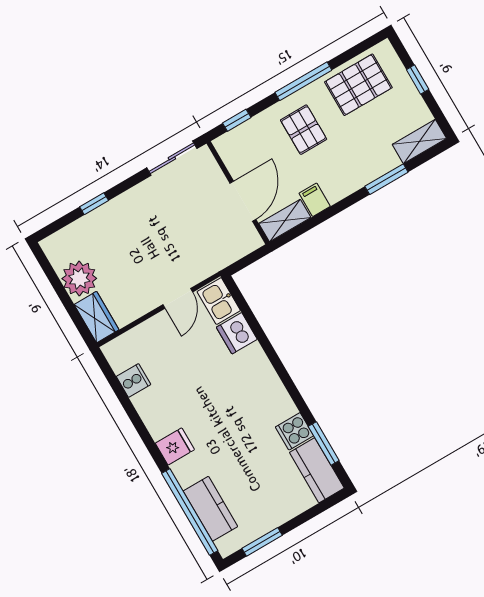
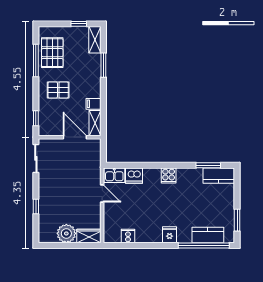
window: (418, 80) -> (79, 24), moved
window: (303, 81) -> (36, 61), moved
cooker: (294, 431) -> (169, 175), moved

